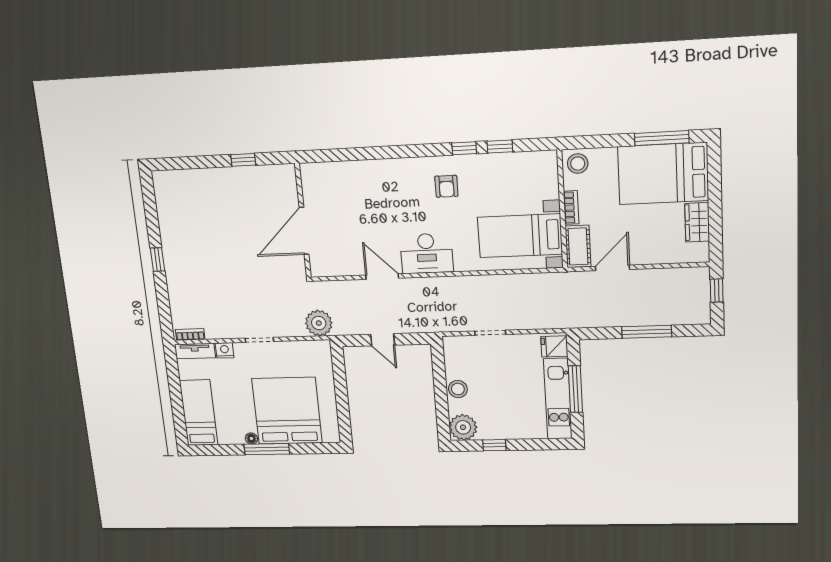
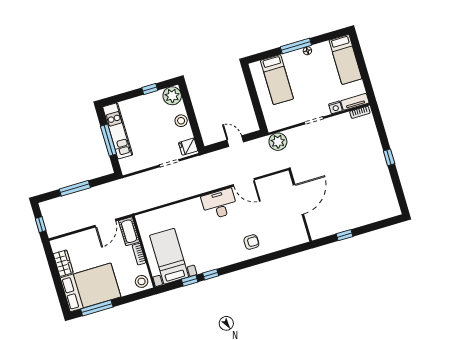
armchair: (446, 186) -> (251, 242), moved, turned 90
bed with nightstands: (520, 236) -> (169, 256), moved, turned -90
fridge: (554, 346) -> (188, 147), moved, turned 180
bed: (287, 411) -> (277, 80), width x0.49

